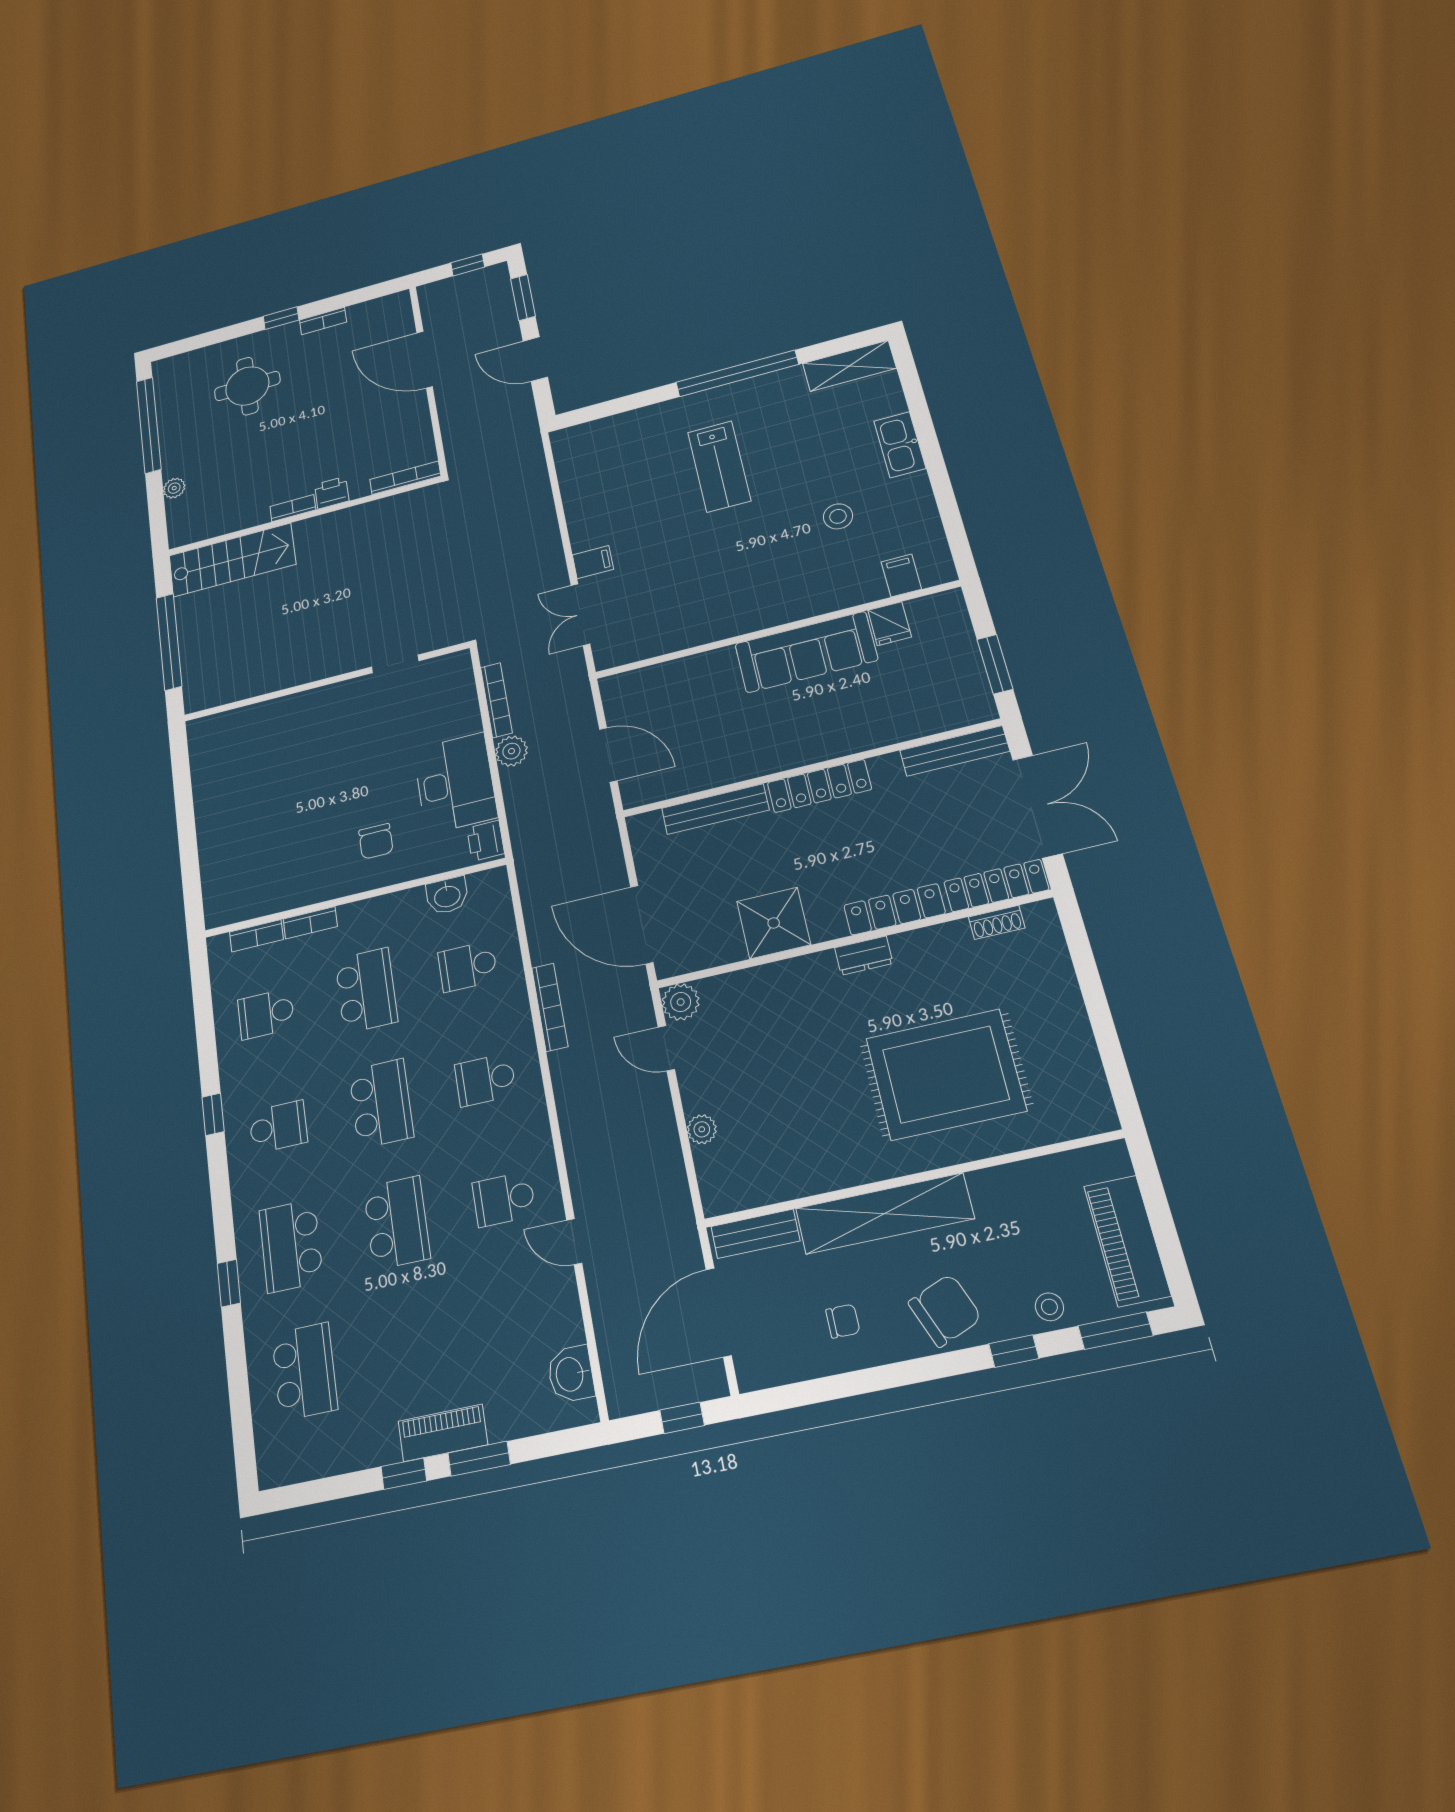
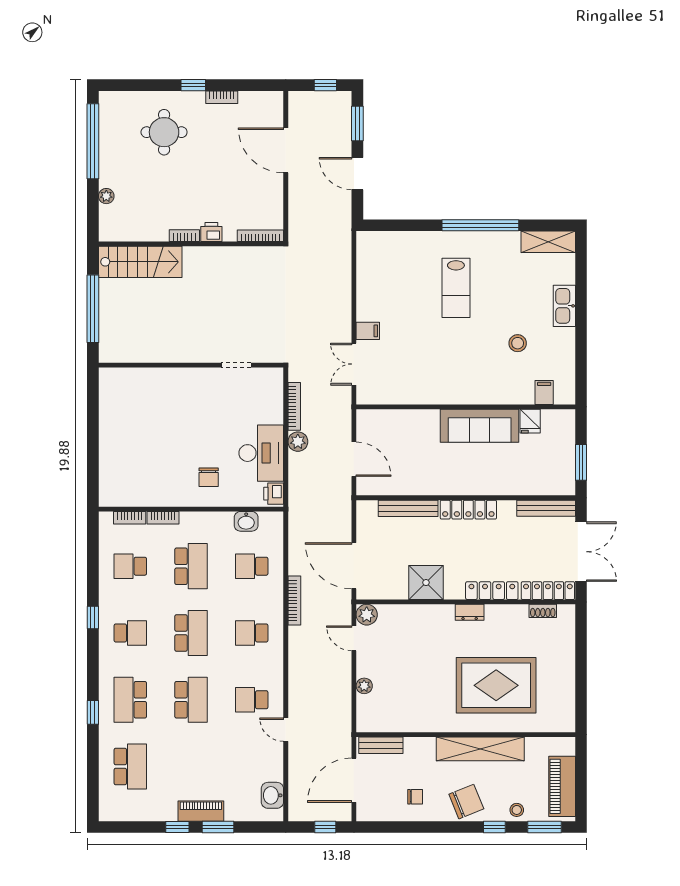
shelving: (884, 1214) -> (480, 749), moved

